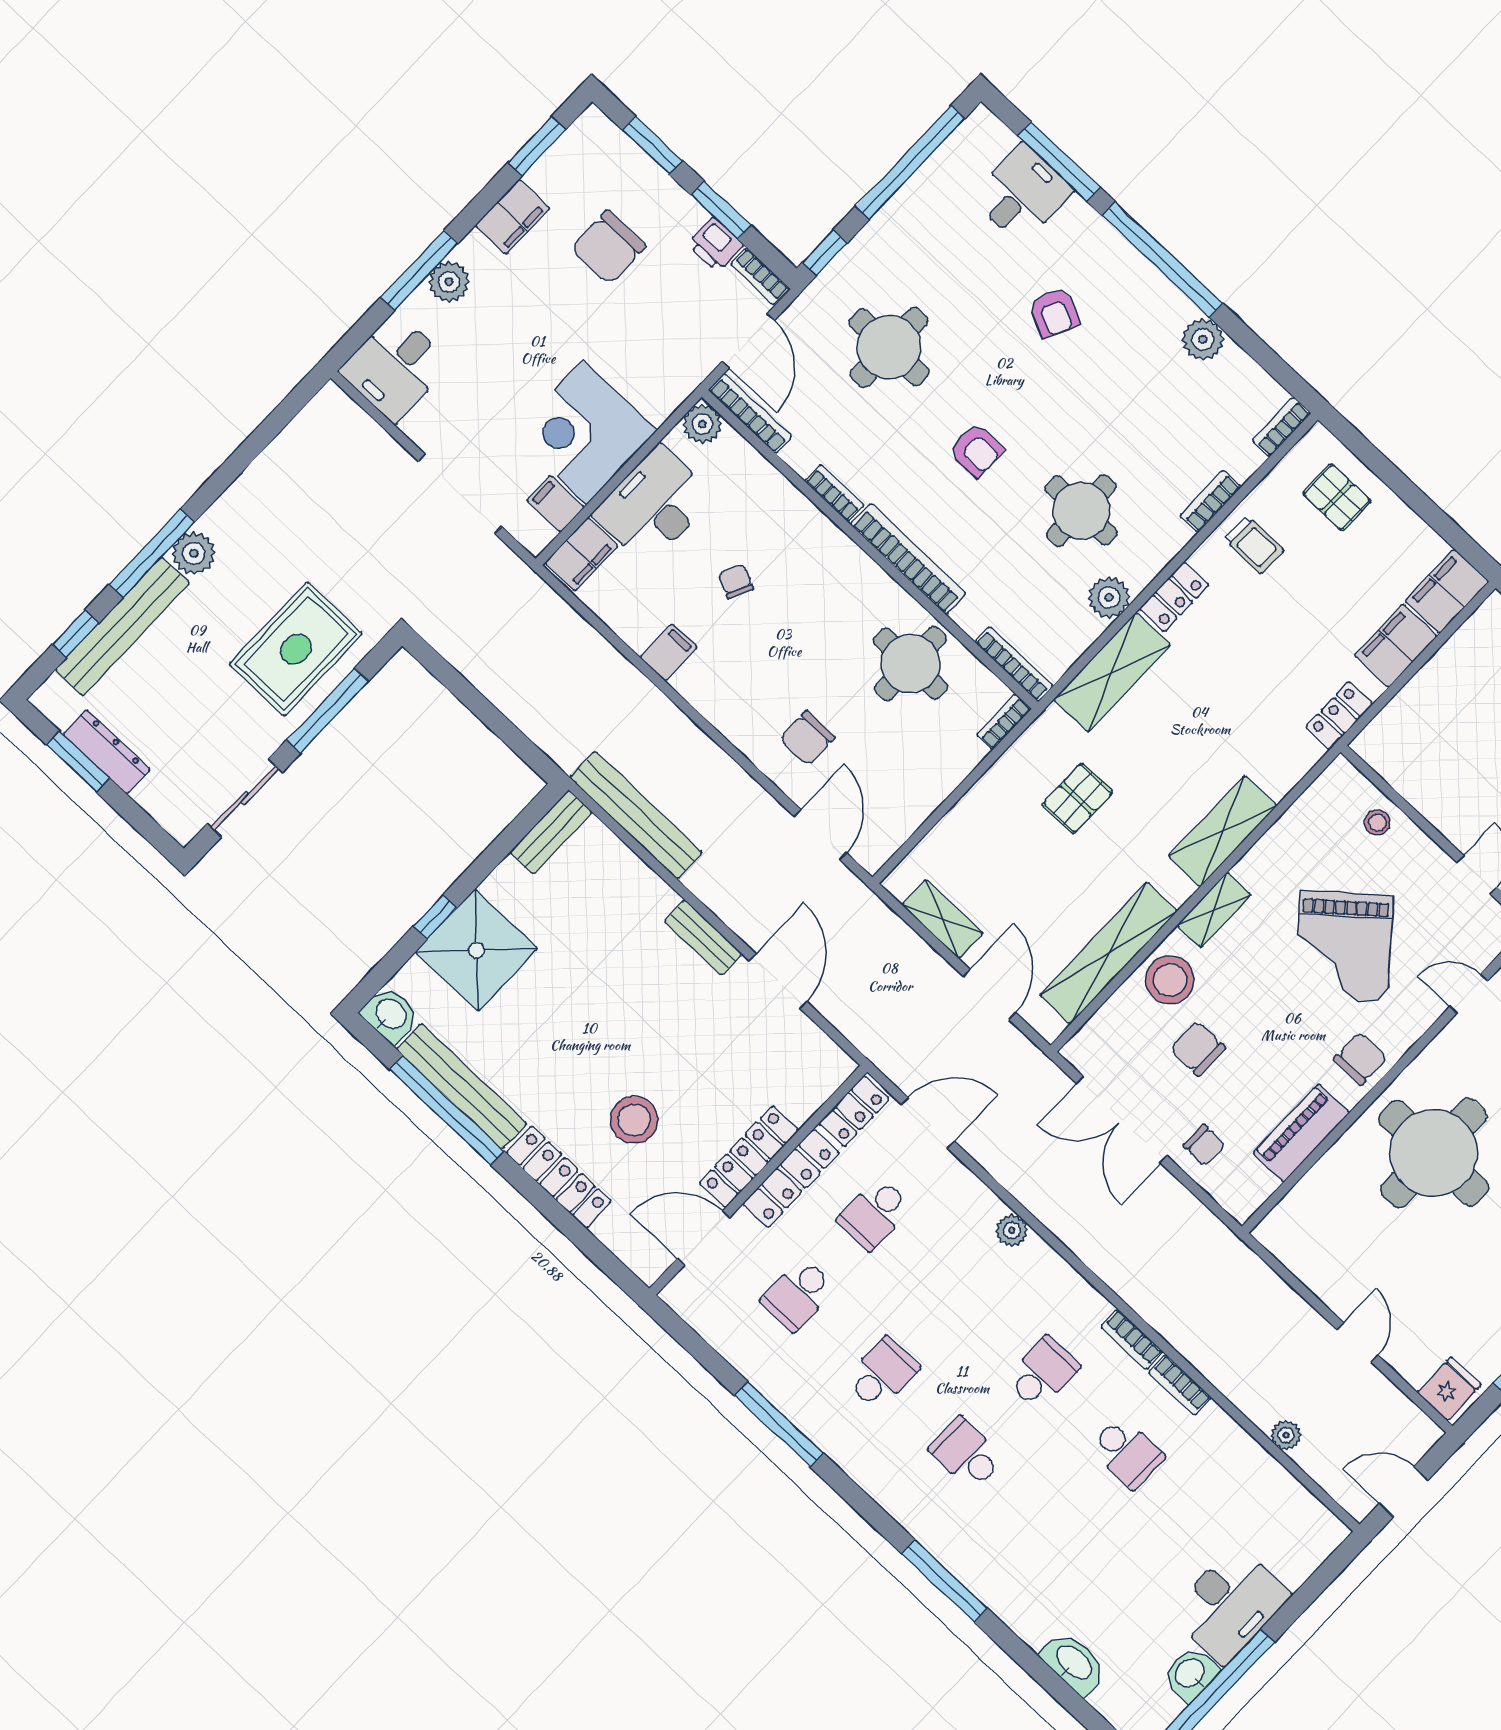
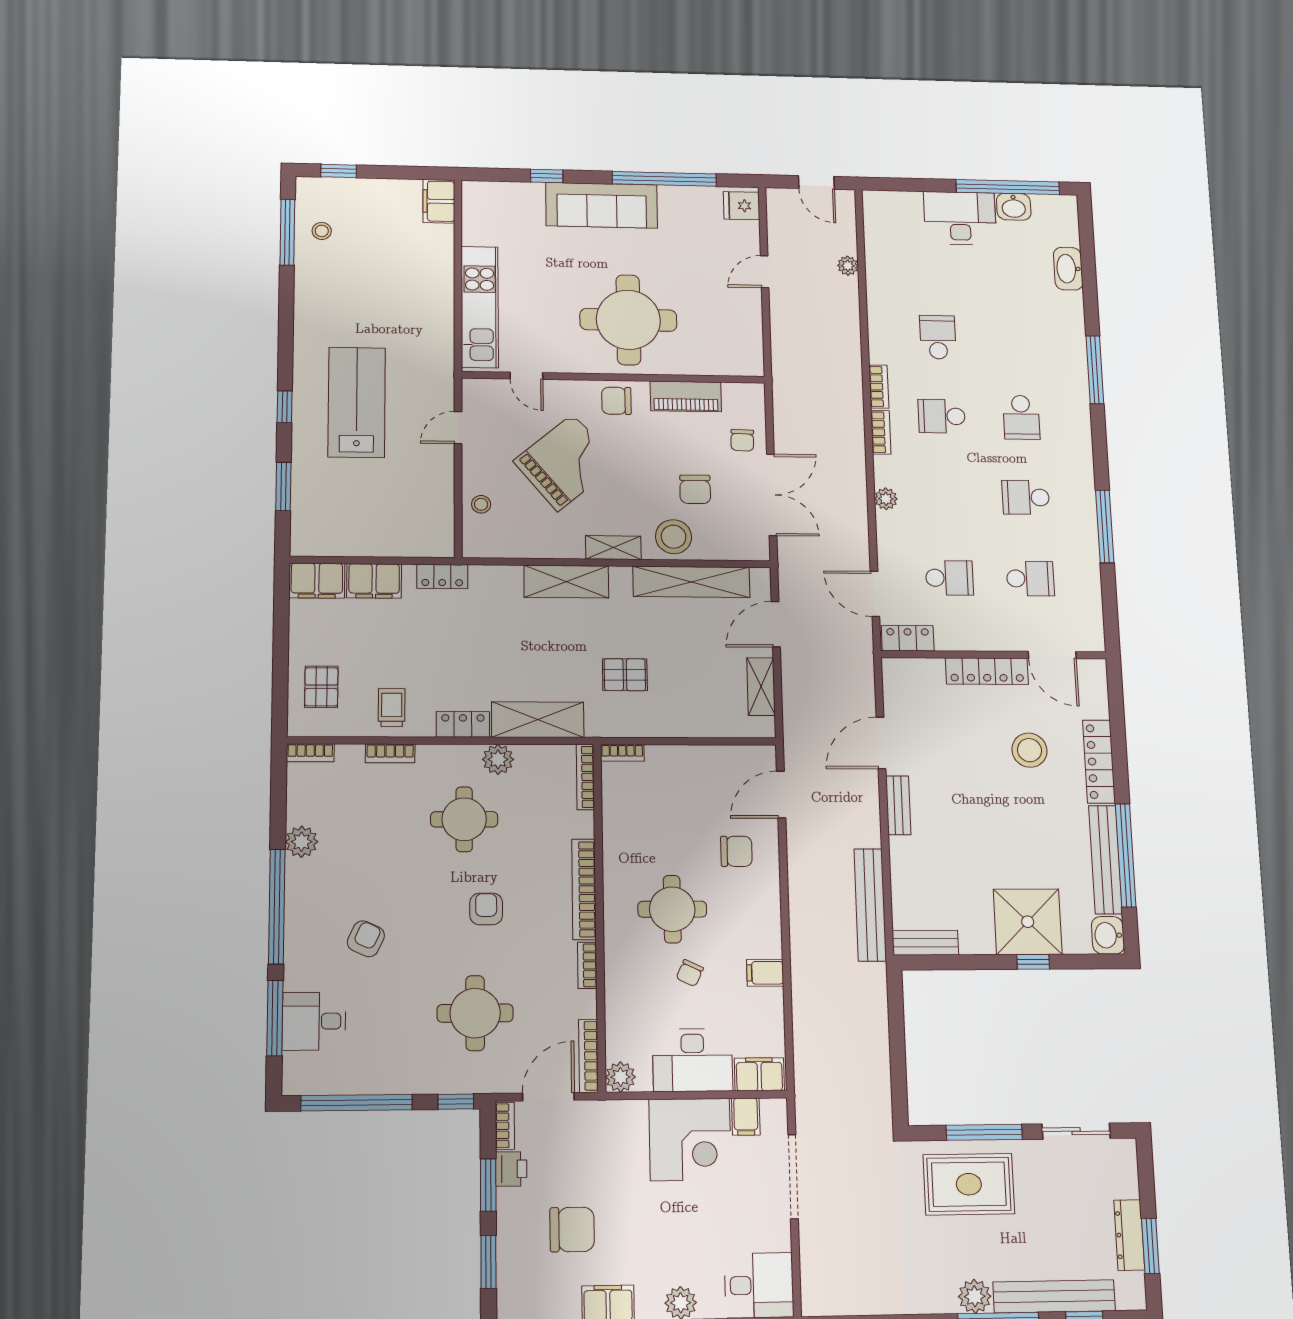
round table: (910, 664) -> (672, 909), moved
chair: (1204, 1145) -> (742, 440), turned 180
locker: (791, 1178) -> (976, 639), removed
bookcase: (1180, 1385) -> (881, 432), moved

